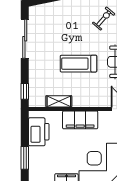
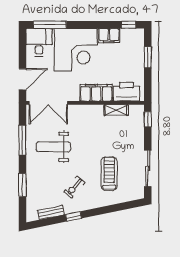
treadmill: (79, 64) -> (109, 174), moved, turned -90
printer: (39, 132) -> (126, 92), moved, turned 90

